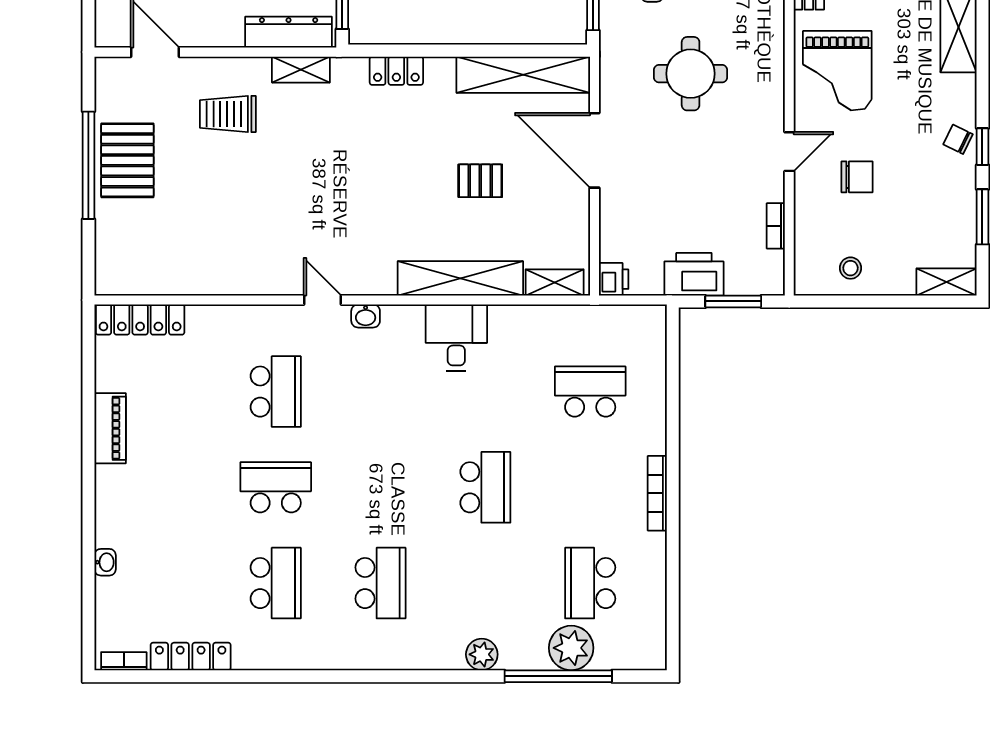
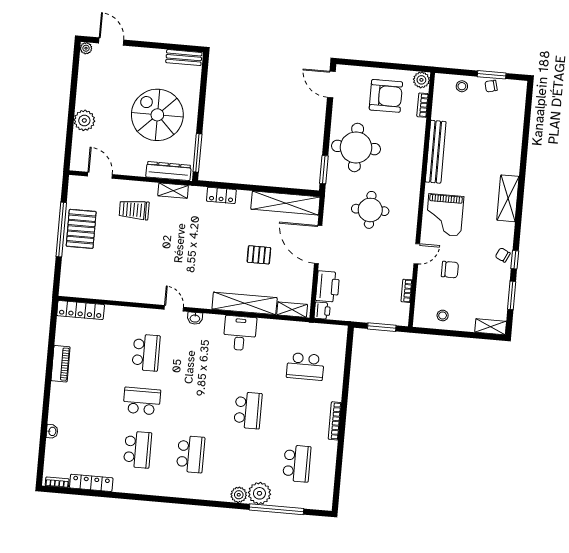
printer: (694, 274) -> (328, 286), moved, turned 90
school desk: (590, 392) -> (305, 366), turned 180
school desk: (590, 583) -> (297, 463), turned 180
plant: (571, 648) -> (259, 493), moved

